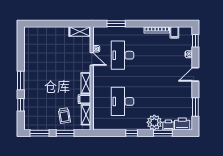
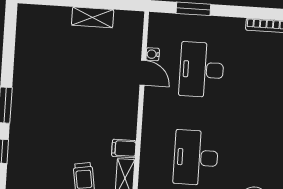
shelving: (80, 31) -> (93, 17), moved
shelving: (86, 83) -> (128, 118), removed

